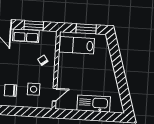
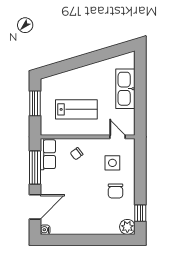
window: (34, 26) -> (35, 167), width x1.44
row of seats: (26, 36) -> (48, 154), moved
lab bench: (77, 45) -> (76, 109), moved, turned -90

